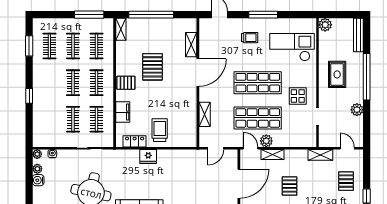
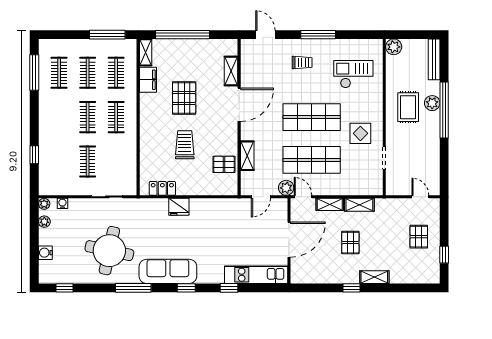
window: (29, 46) -> (34, 72), width x1.44
checkout: (292, 47) -> (353, 74), width x0.73, depth x0.83
pallet: (126, 83) -> (224, 164), moved
window: (29, 96) -> (34, 155), moved
plant: (357, 110) -> (432, 103), moved
filing cabinet: (123, 112) -> (148, 80), moved
clothes rail: (97, 119) -> (116, 162), removed
trolley: (160, 130) -> (185, 145), moved
plant: (266, 141) -> (286, 188), moved
shelving: (320, 155) -> (359, 205), moved
water cooler: (38, 180) -> (45, 253), moved

